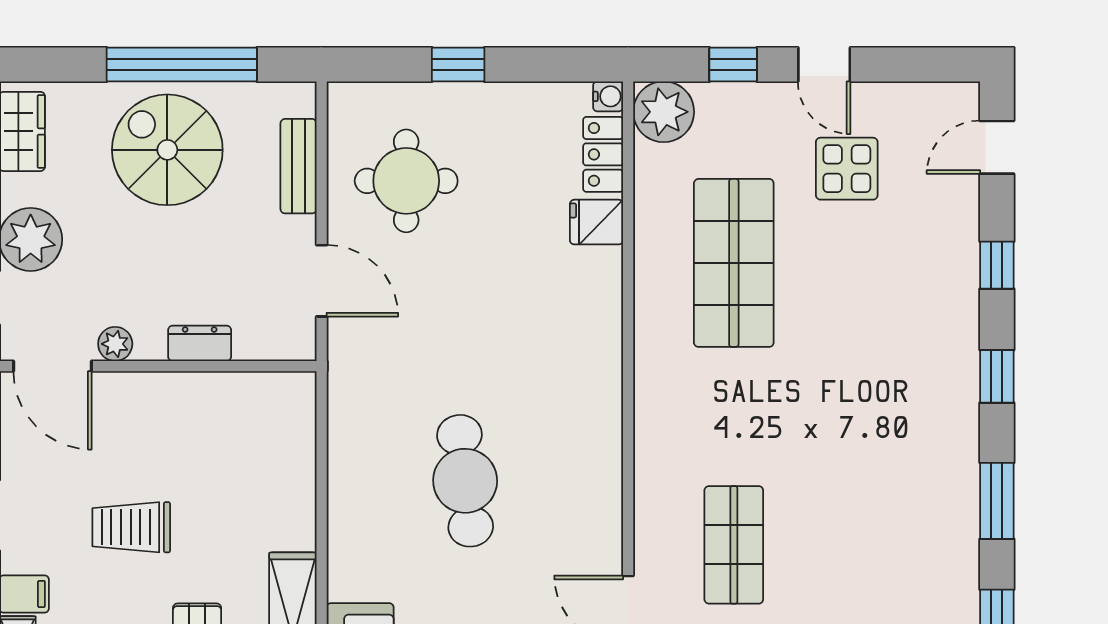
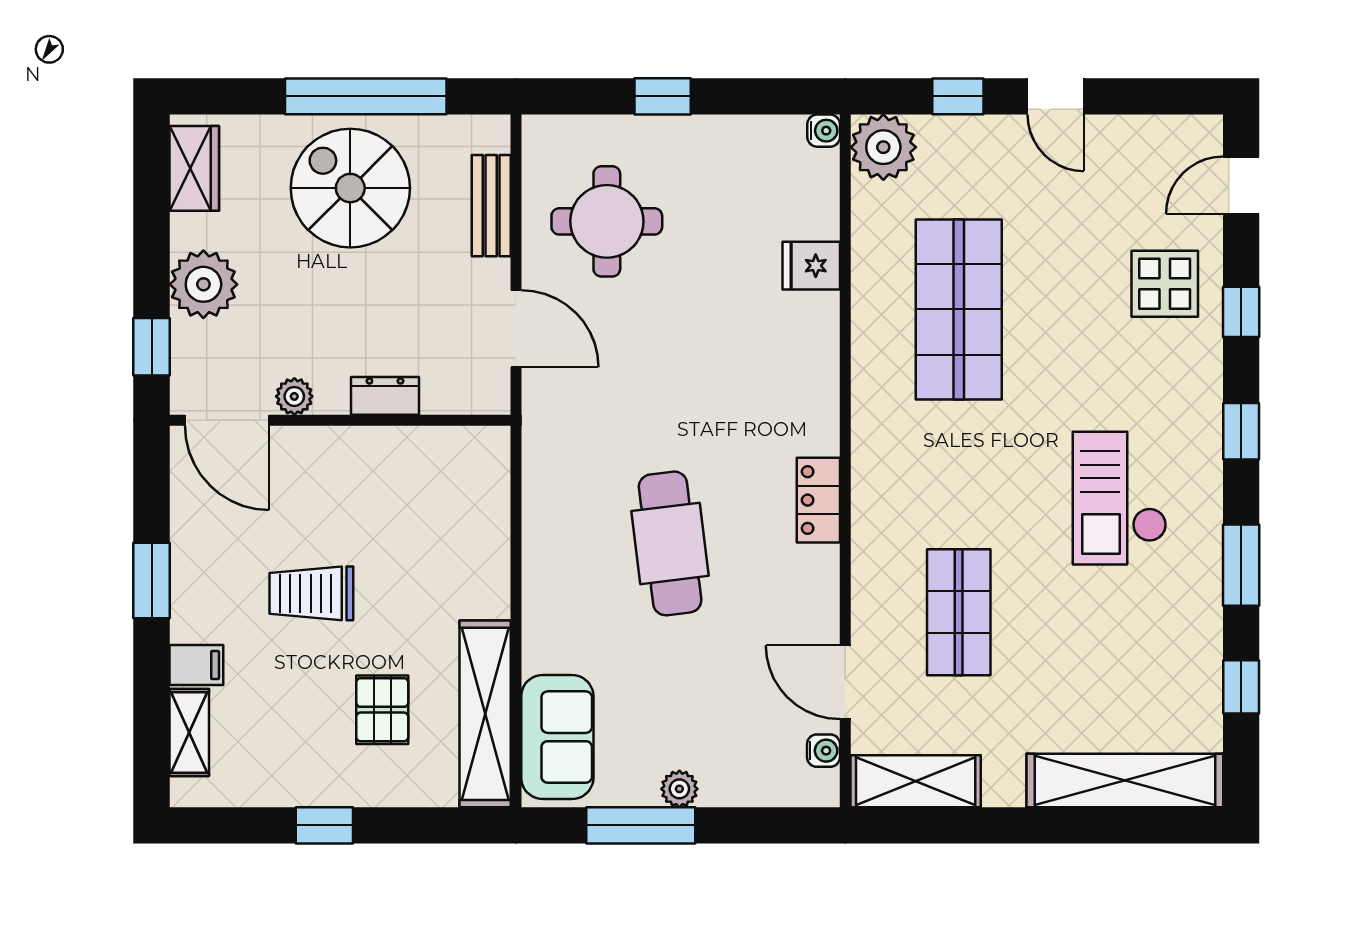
locker: (603, 154) -> (818, 500), moved
display table: (847, 169) -> (1165, 284), moved
checkout: (884, 439) -> (1120, 498), added

